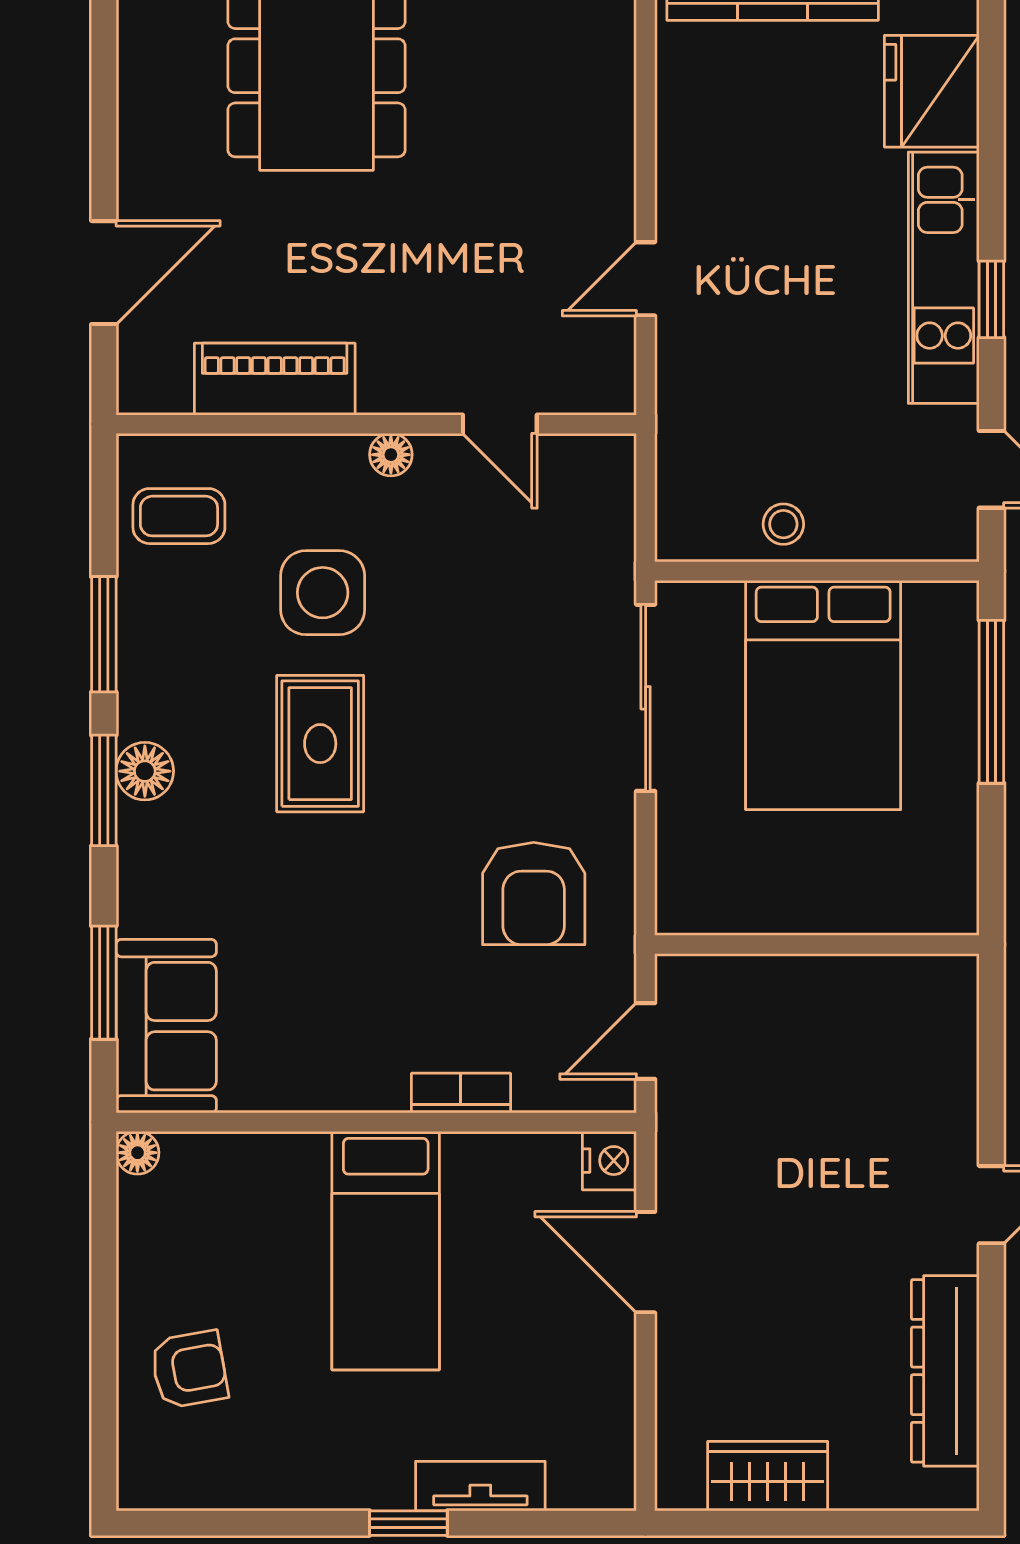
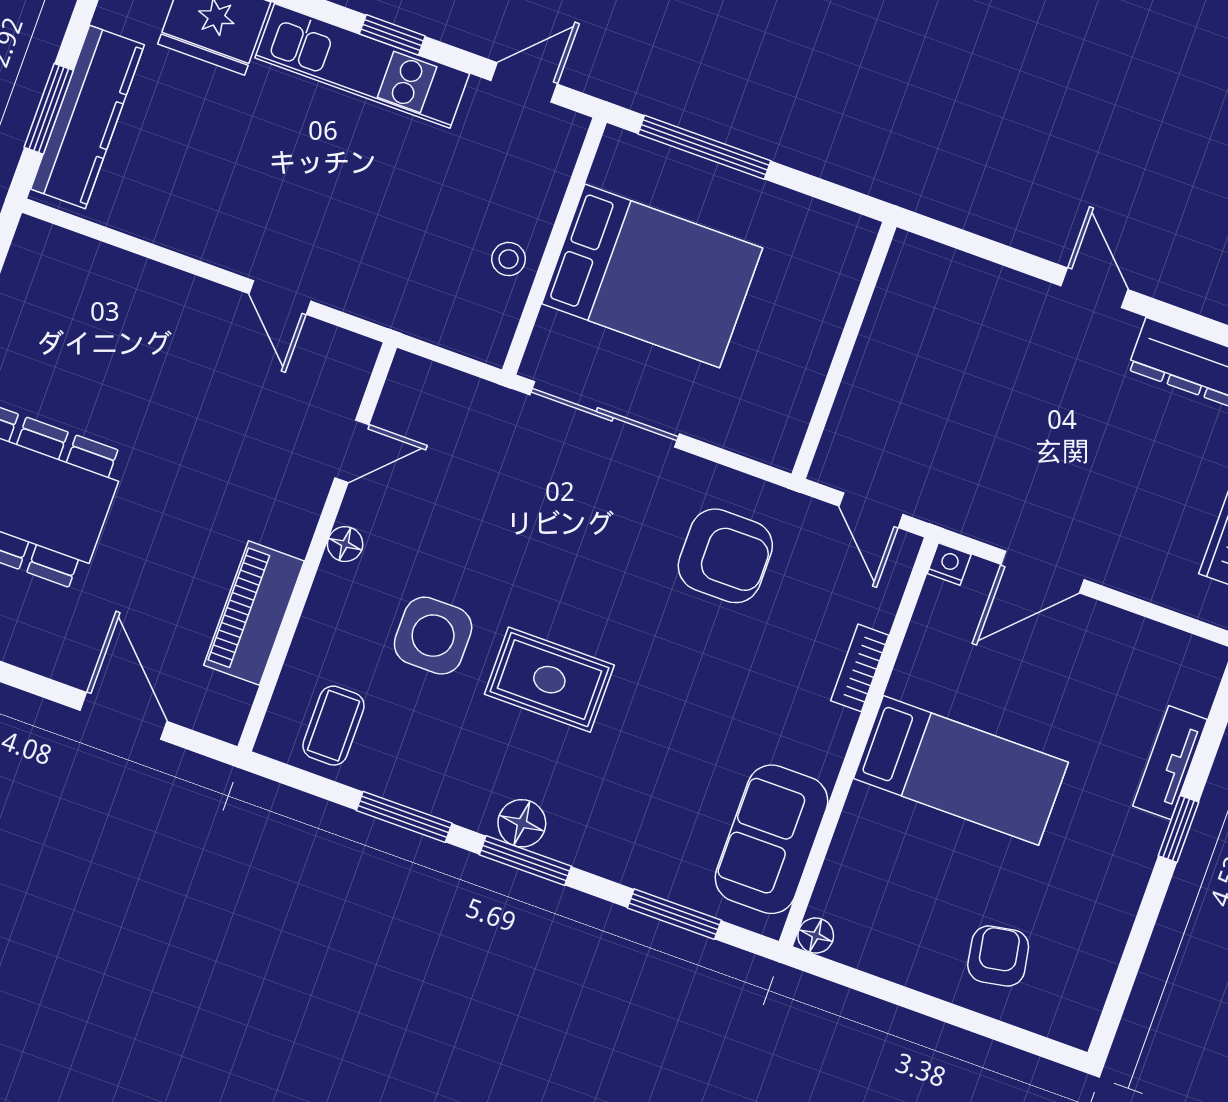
sofa: (166, 1026) -> (772, 839), moved, turned -90
nightstand: (609, 1161) -> (949, 564), width x0.72, depth x0.74

